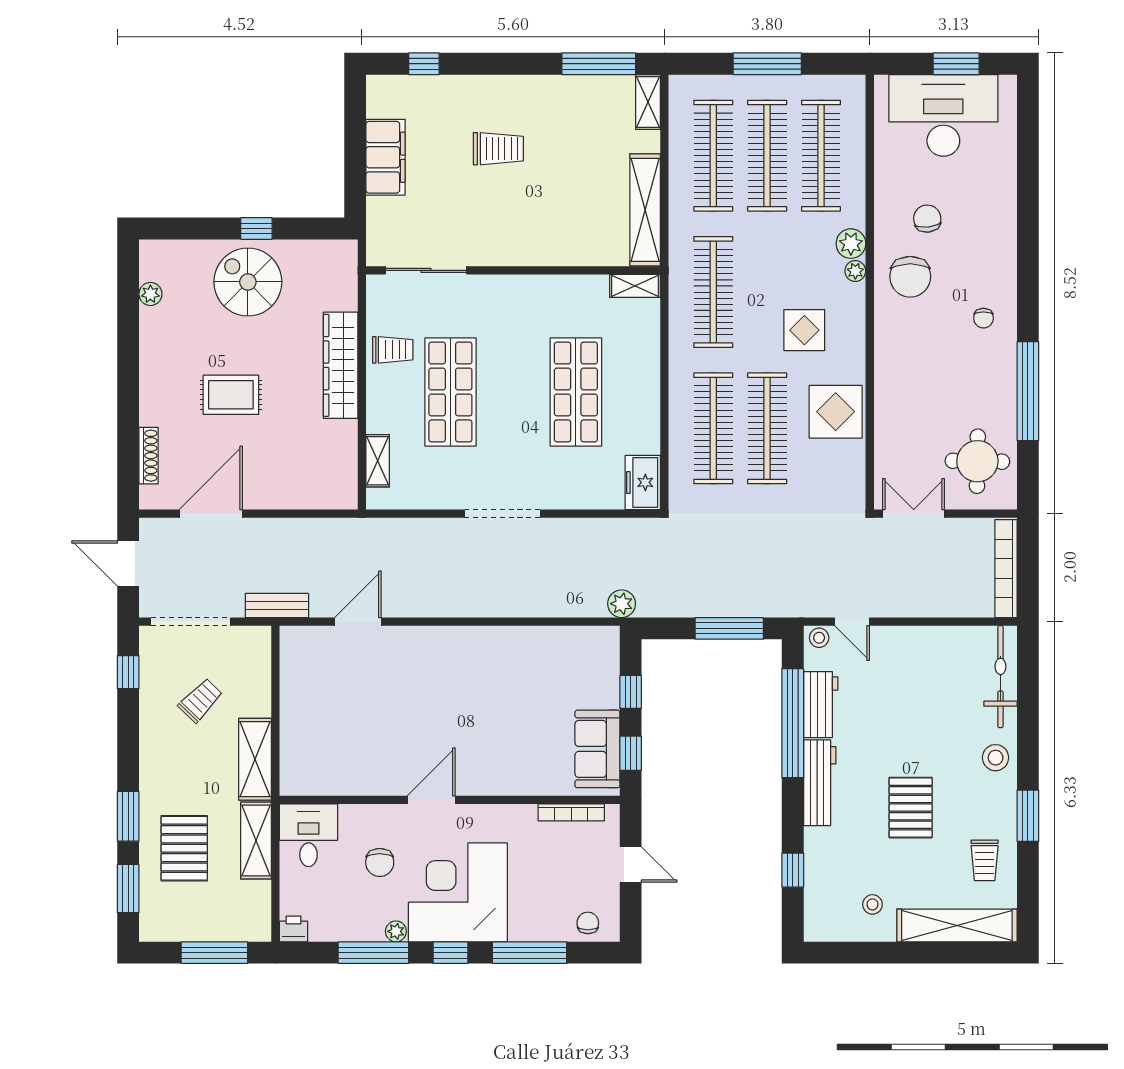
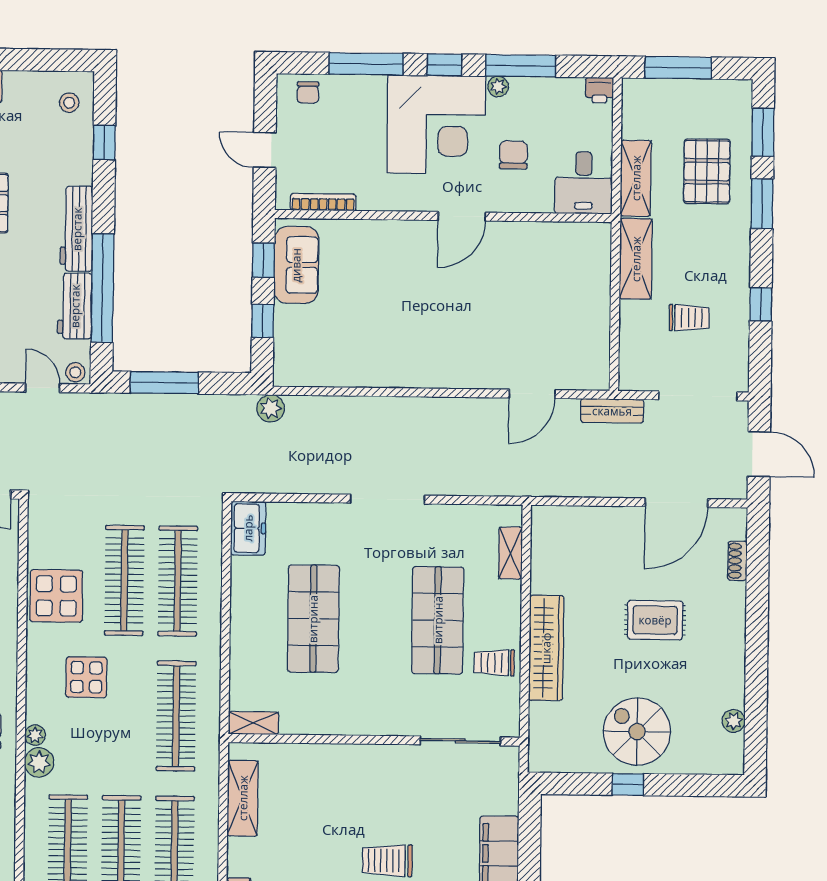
shelving: (645, 210) -> (243, 798), width x0.68
spiral stairs: (248, 282) -> (637, 732), turned 180
shoe rack: (149, 456) -> (737, 561), width x0.70
window: (128, 672) -> (761, 304), moved
trolley: (200, 700) -> (689, 318), turned -134
stool: (872, 904) -> (69, 103), moved

